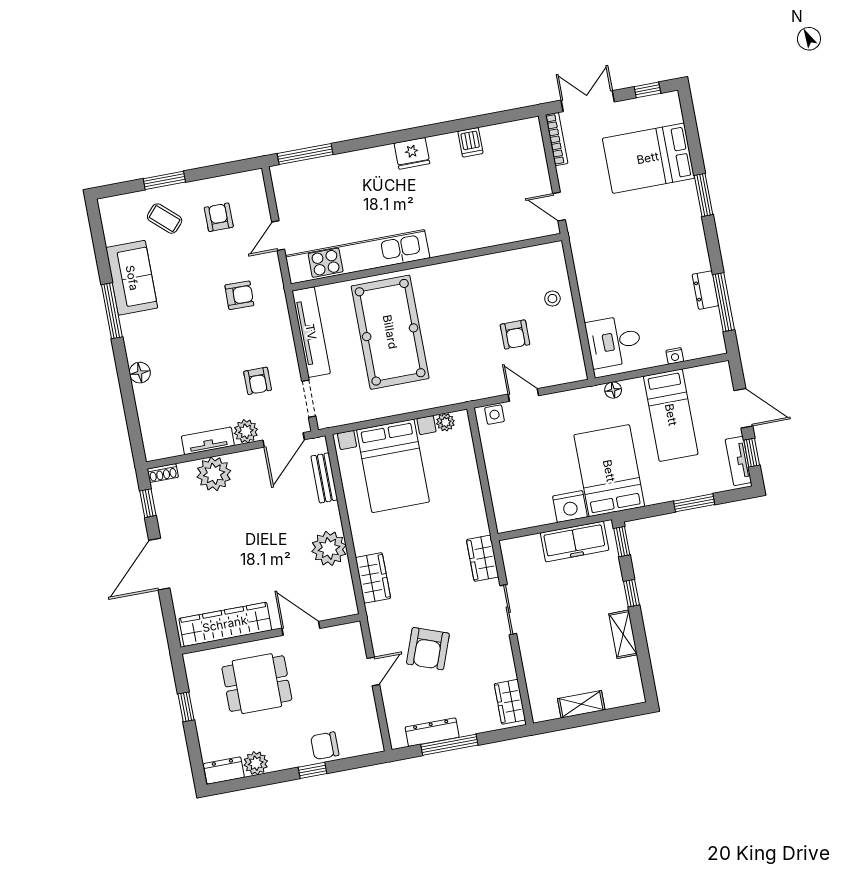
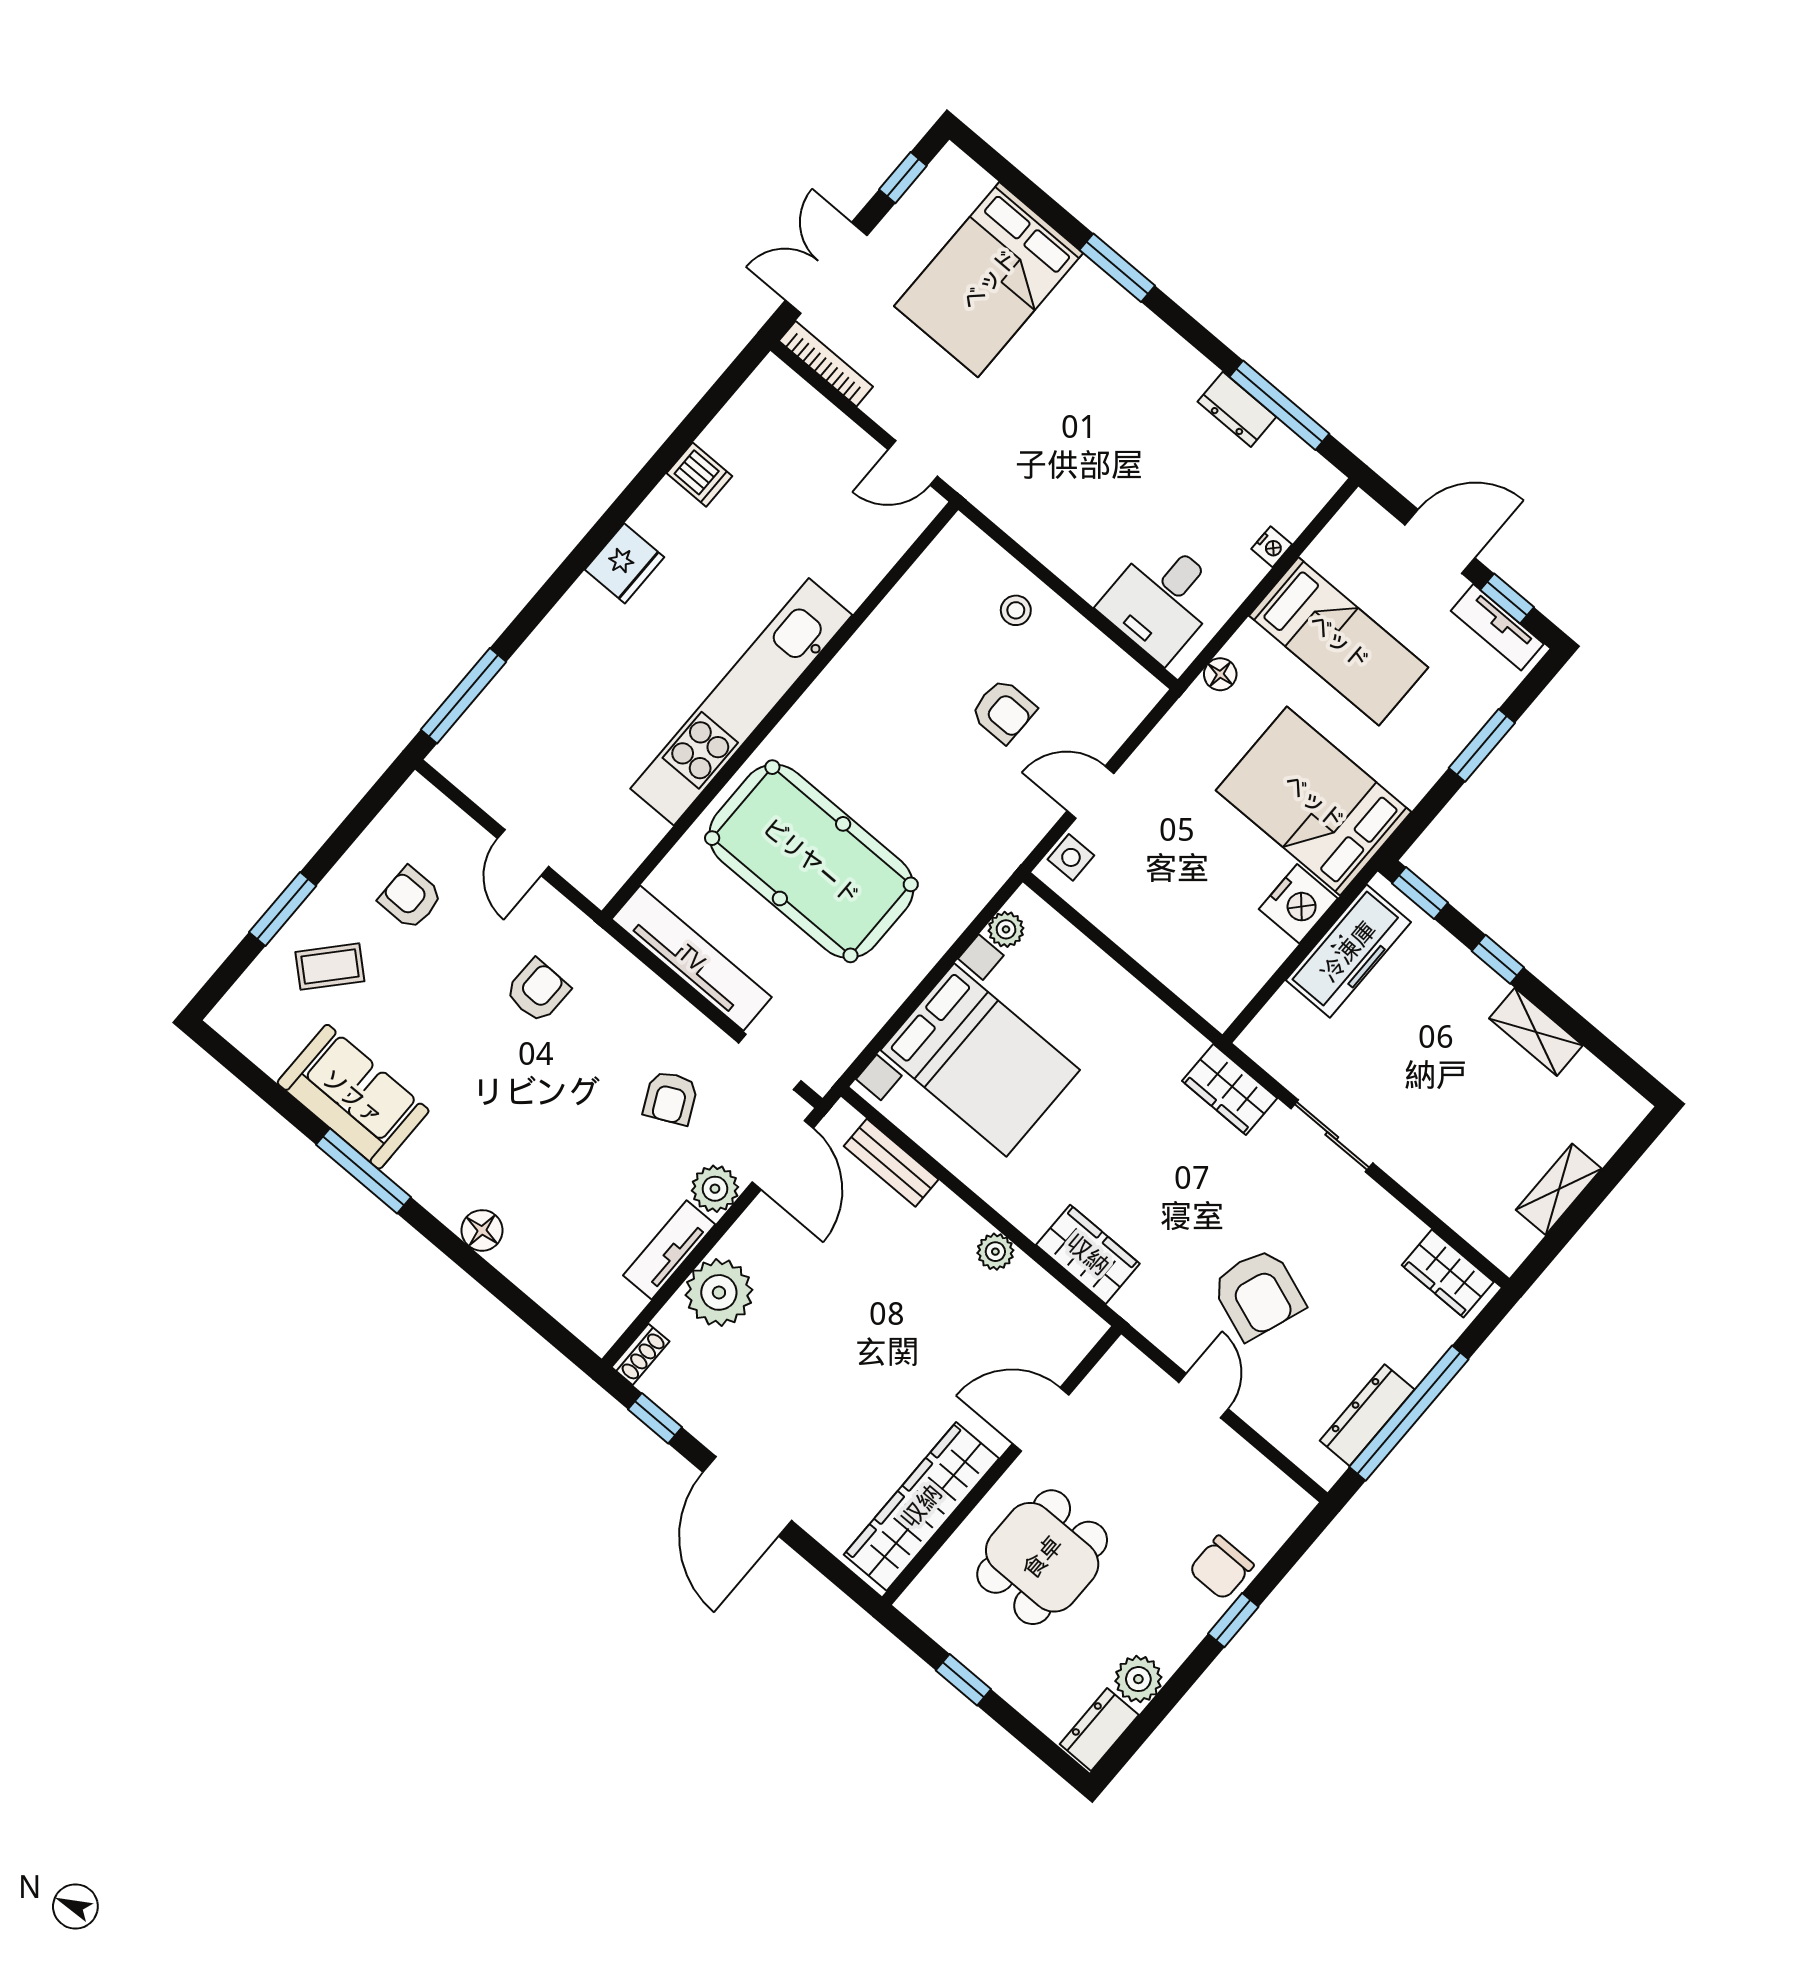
kitchen unit: (358, 257) -> (741, 702), moved
armchair: (258, 381) -> (671, 1098), turned 64
plant: (329, 548) -> (995, 1252), width x0.53, depth x0.53
window: (449, 745) -> (1409, 1413), width x1.46

